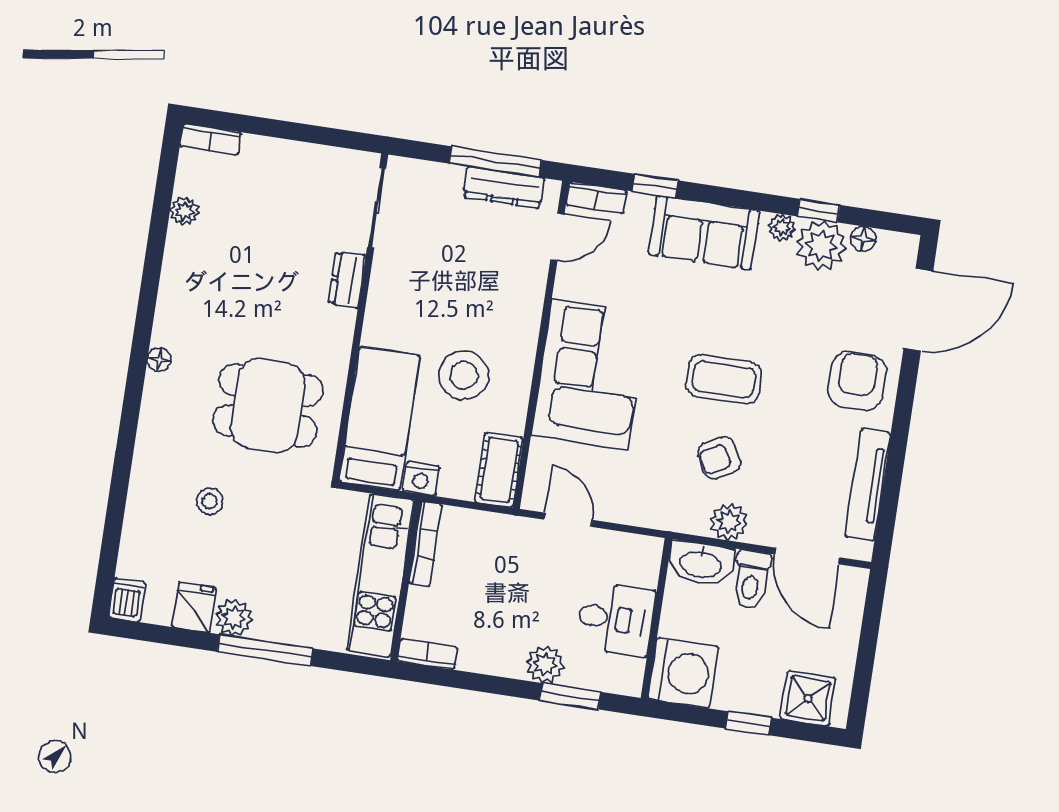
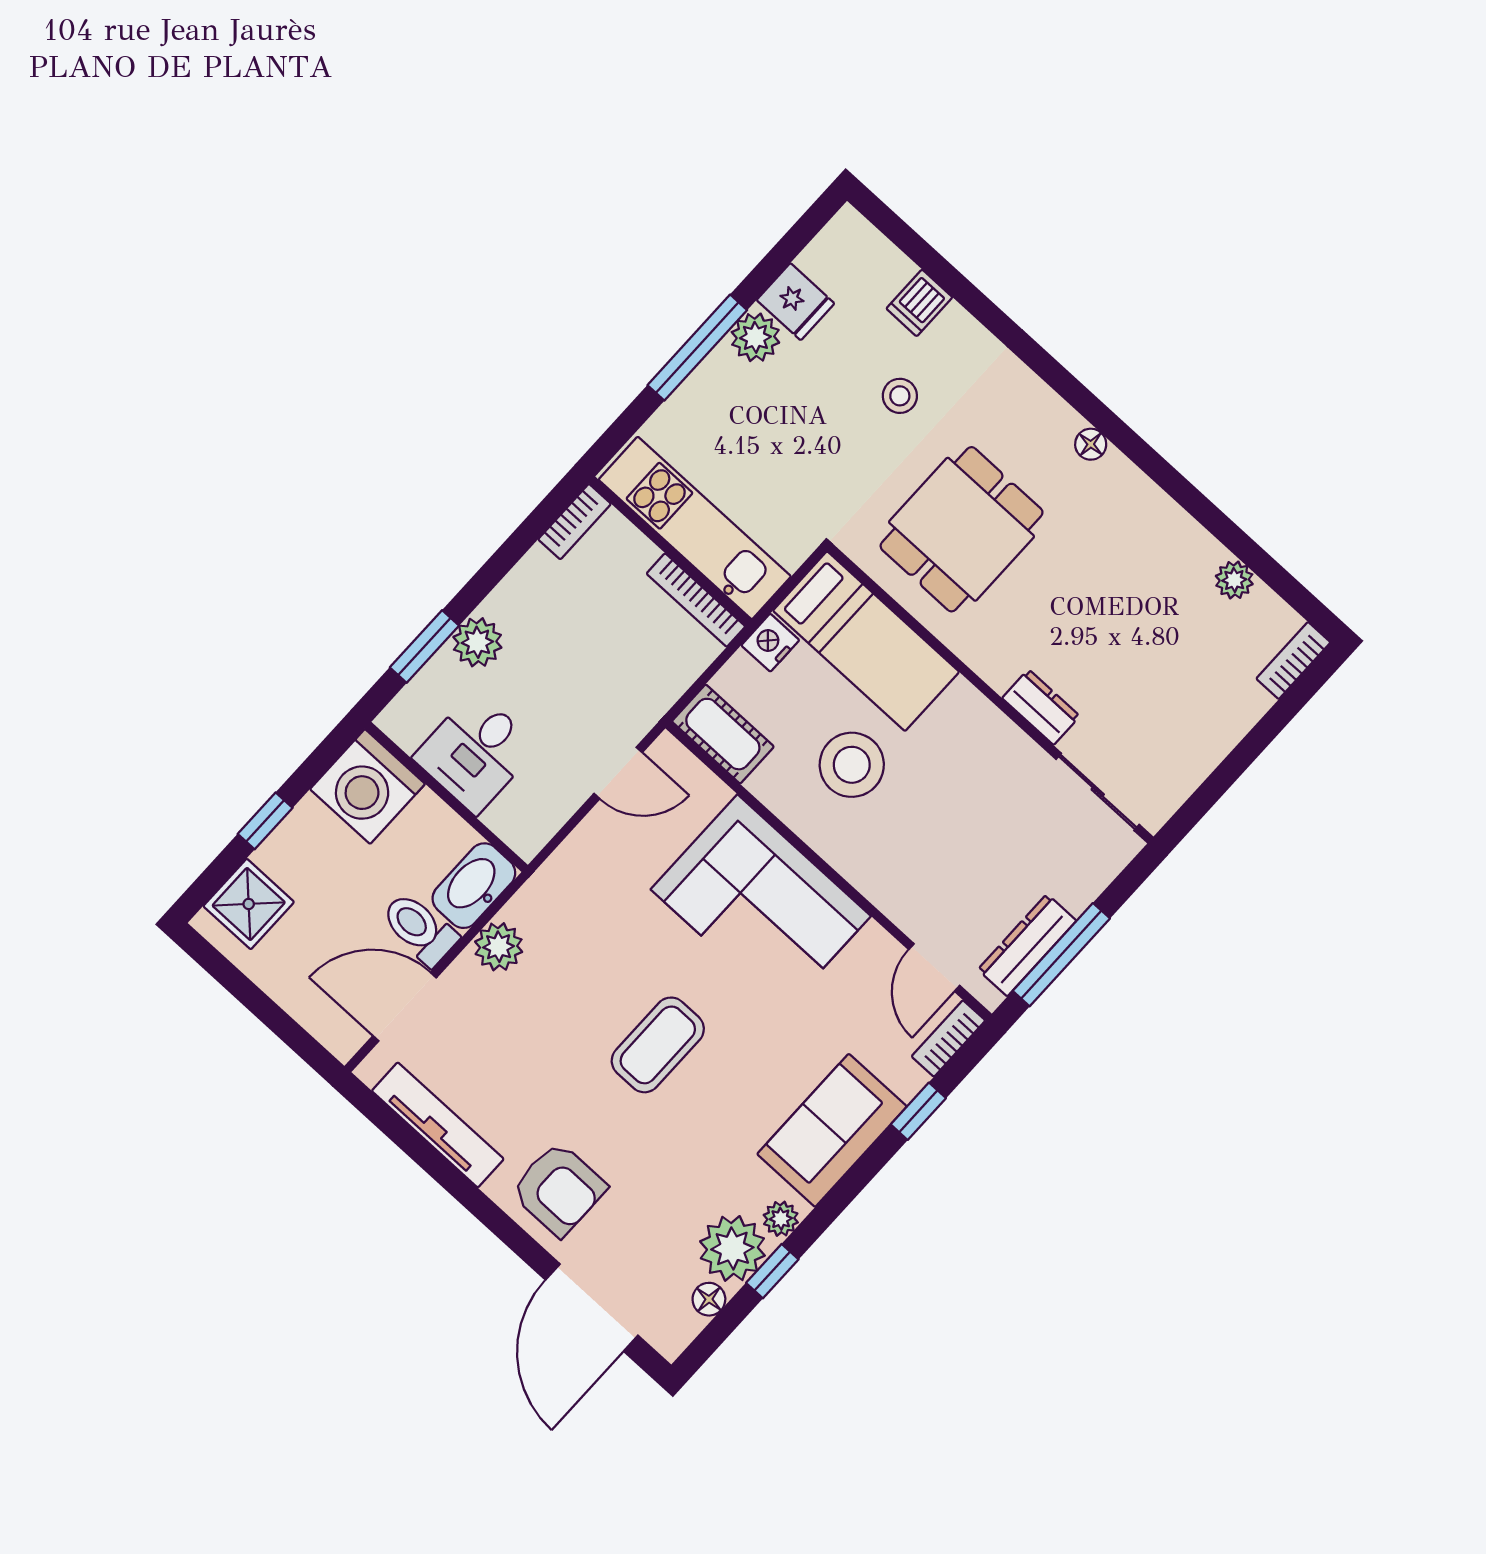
armchair: (719, 458) -> (576, 983), removed
dishwasher: (127, 600) -> (919, 303), moved, turned 90

